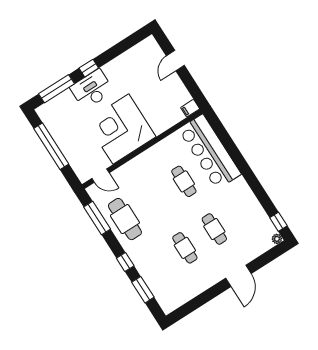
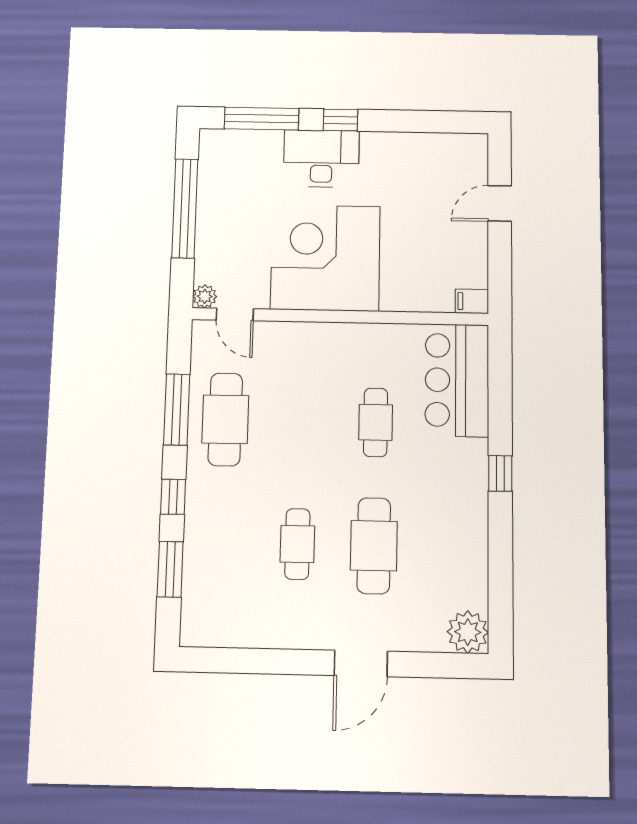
bar counter: (210, 152) -> (457, 380), width x0.73
plant: (84, 176) -> (205, 296), added
window: (97, 218) -> (177, 409), moved
window: (278, 222) -> (500, 473), moved
cafe table: (214, 229) -> (374, 546), width x1.37, depth x1.35
plant: (277, 239) -> (468, 632), width x1.88, depth x1.88

